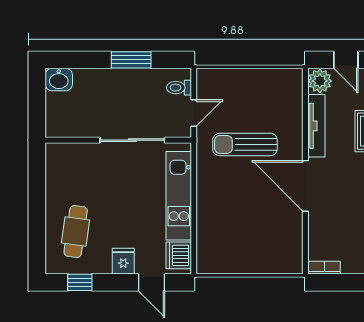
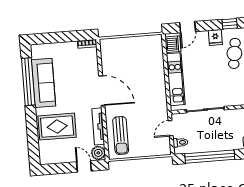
window: (131, 60) -> (210, 157), width x2.11
sun lounger: (245, 144) -> (121, 136), moved, turned 90
fridge: (123, 261) -> (215, 37), moved
door: (152, 282) -> (188, 27), swing flipped

